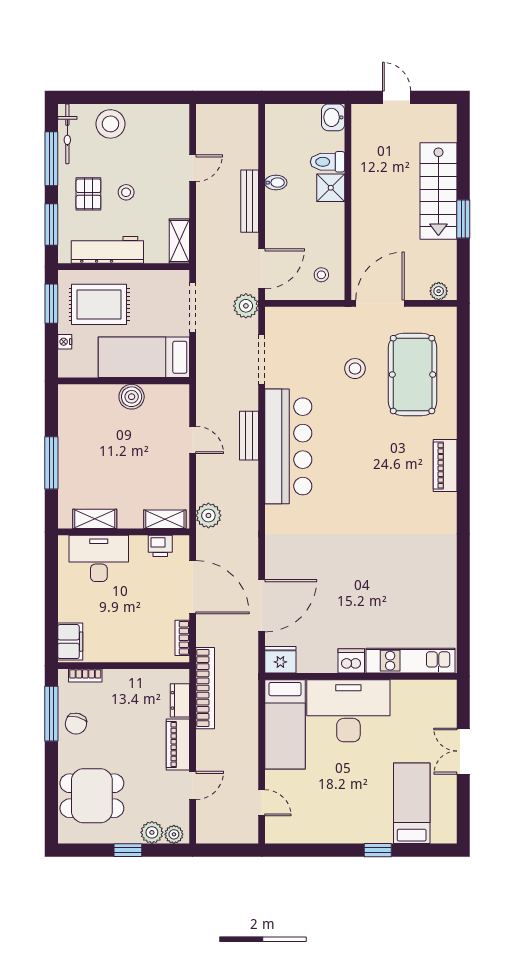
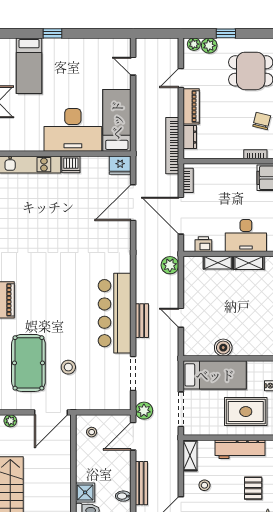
stool: (126, 192) -> (204, 485), moved
shelving: (165, 519) -> (218, 263), moved

